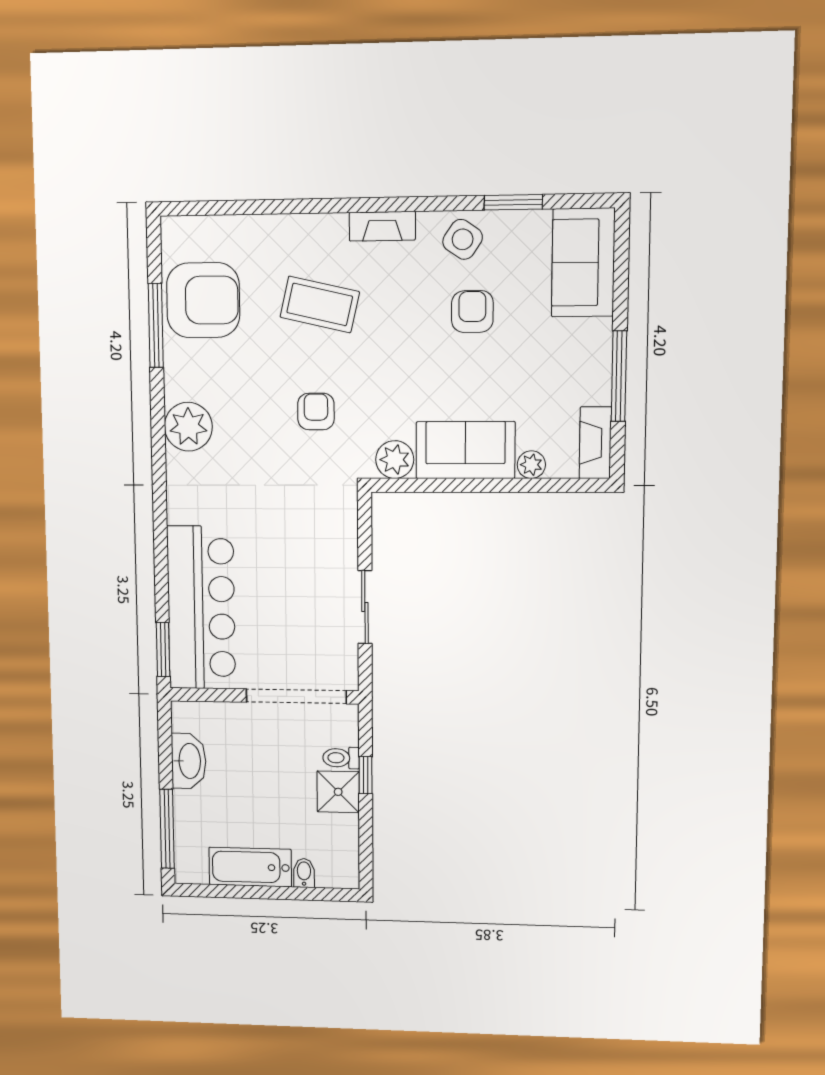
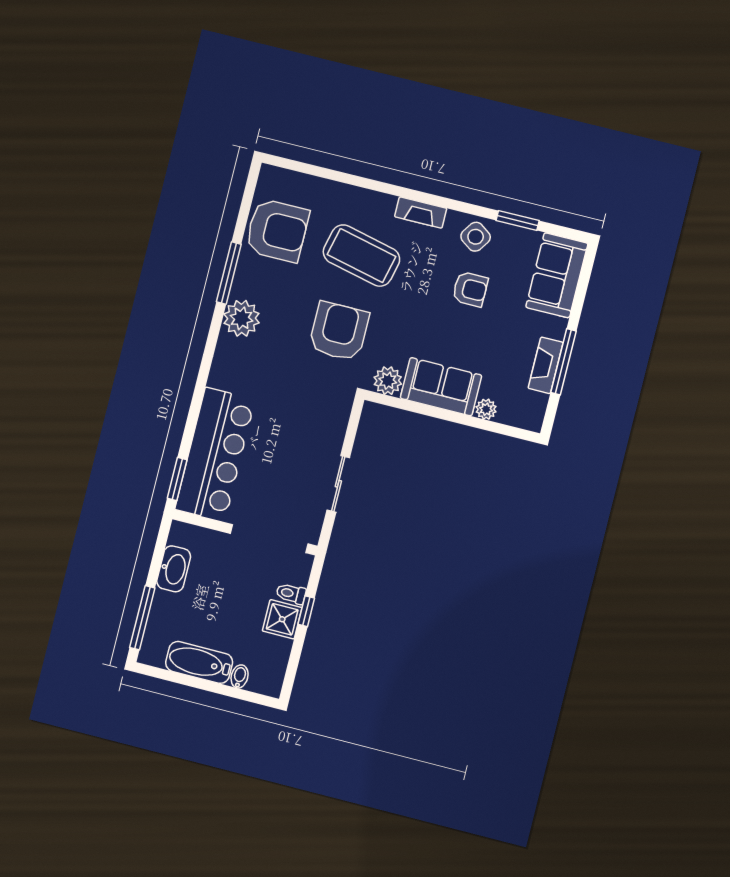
coffee table: (320, 304) -> (361, 256), width x1.36, depth x1.32
armchair: (472, 312) -> (470, 289), turned 90
window: (156, 326) -> (229, 273), moved
armchair: (316, 411) -> (339, 331), width x1.88, depth x1.88
fireplace: (595, 443) -> (546, 365), moved

